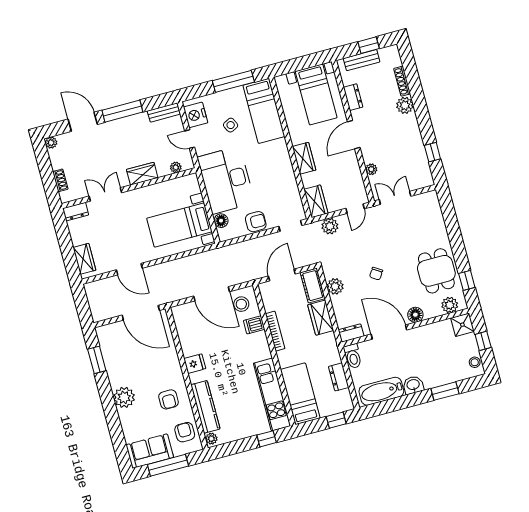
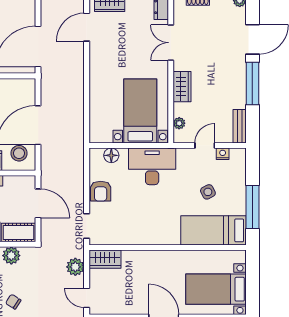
nightstand: (196, 115) -> (223, 154), width x0.53, depth x0.56
wardrobe: (304, 158) -> (153, 259), removed
desk: (226, 180) -> (152, 166), width x0.73, depth x0.77
double door: (105, 194) -> (171, 43), swing flipped
bed with nightstands: (179, 225) -> (140, 111), moved
door: (129, 269) -> (87, 27), moved

